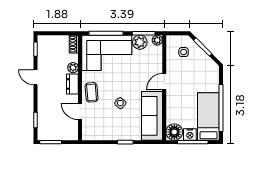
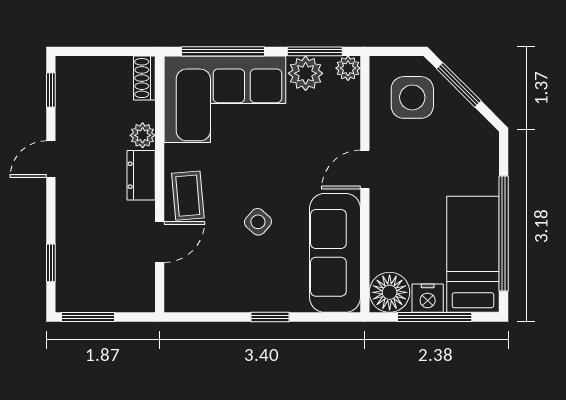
side table: (184, 52) -> (412, 97), width x1.87, depth x1.87
door: (35, 77) -> (51, 159), hinge flipped
door: (80, 111) -> (160, 242), swing flipped

